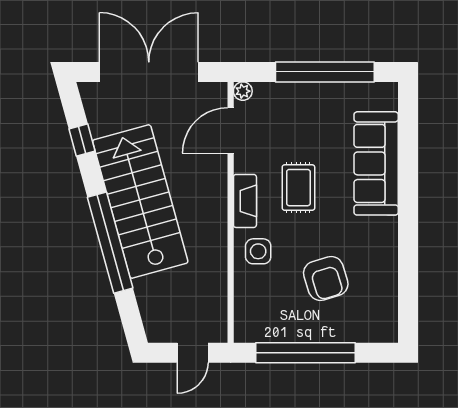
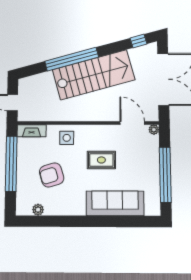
window: (82, 140) -> (139, 41), moved
fireplace: (245, 201) -> (32, 131), moved
plant: (388, 302) -> (38, 210), added

